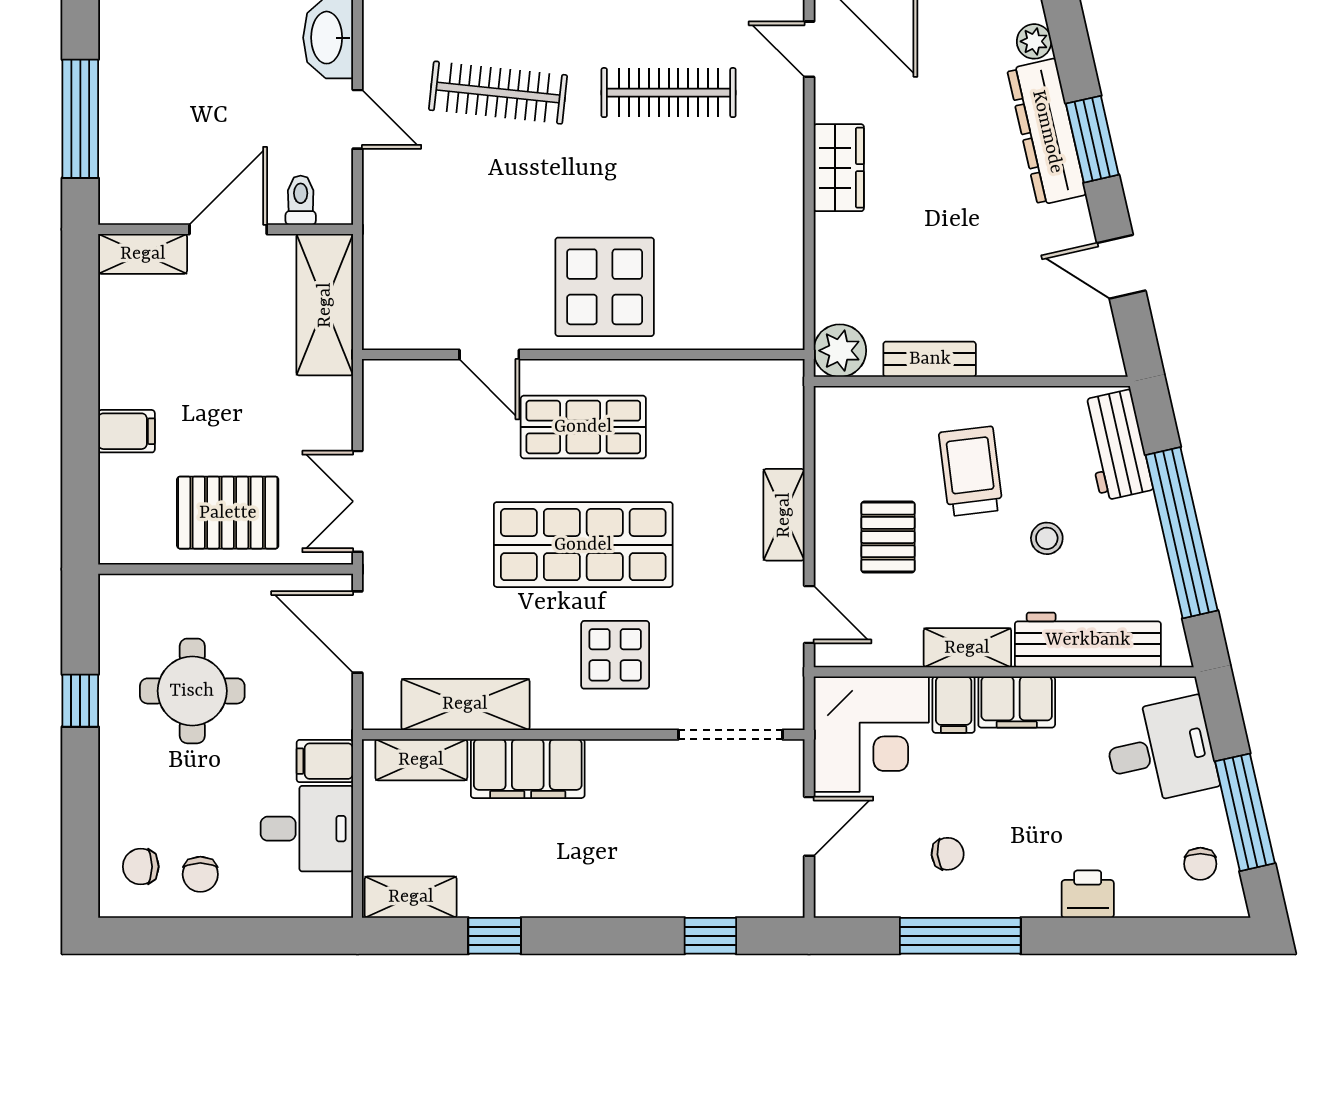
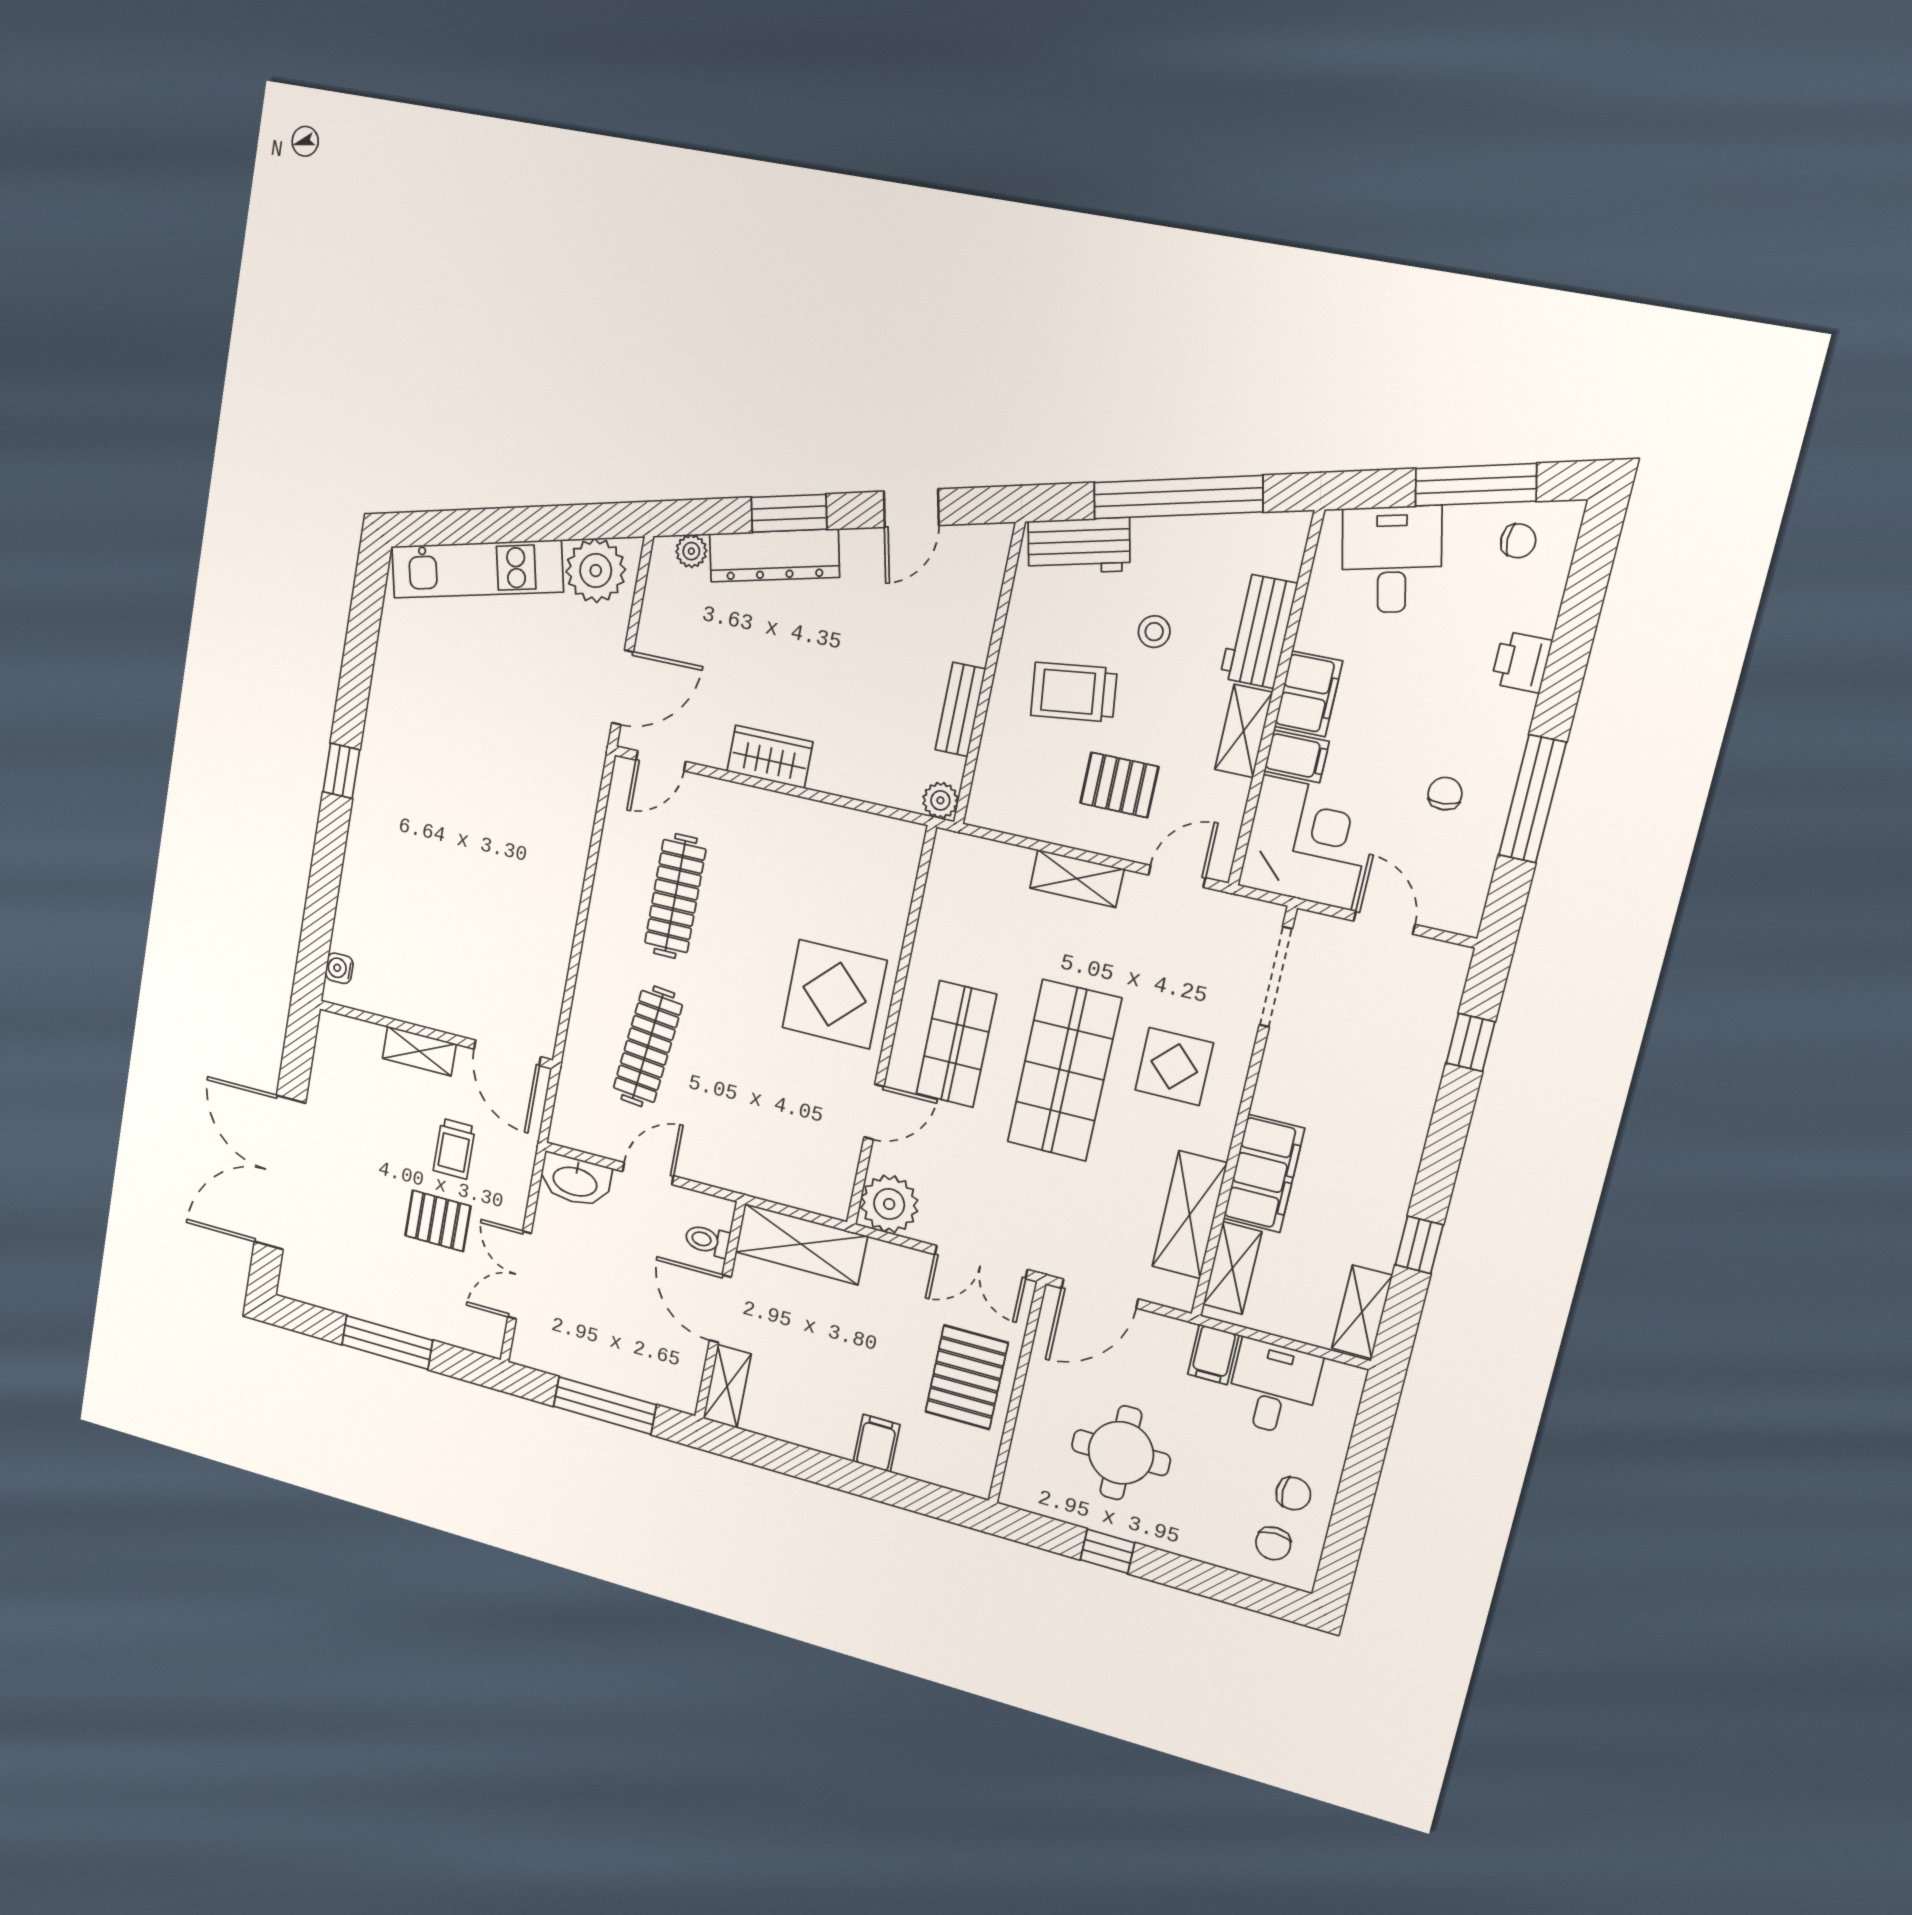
plant: (840, 351) -> (940, 800), width x0.73, depth x0.73
plant: (394, 391) -> (889, 1204), added
workbench: (1088, 640) -> (1258, 631), width x0.73

